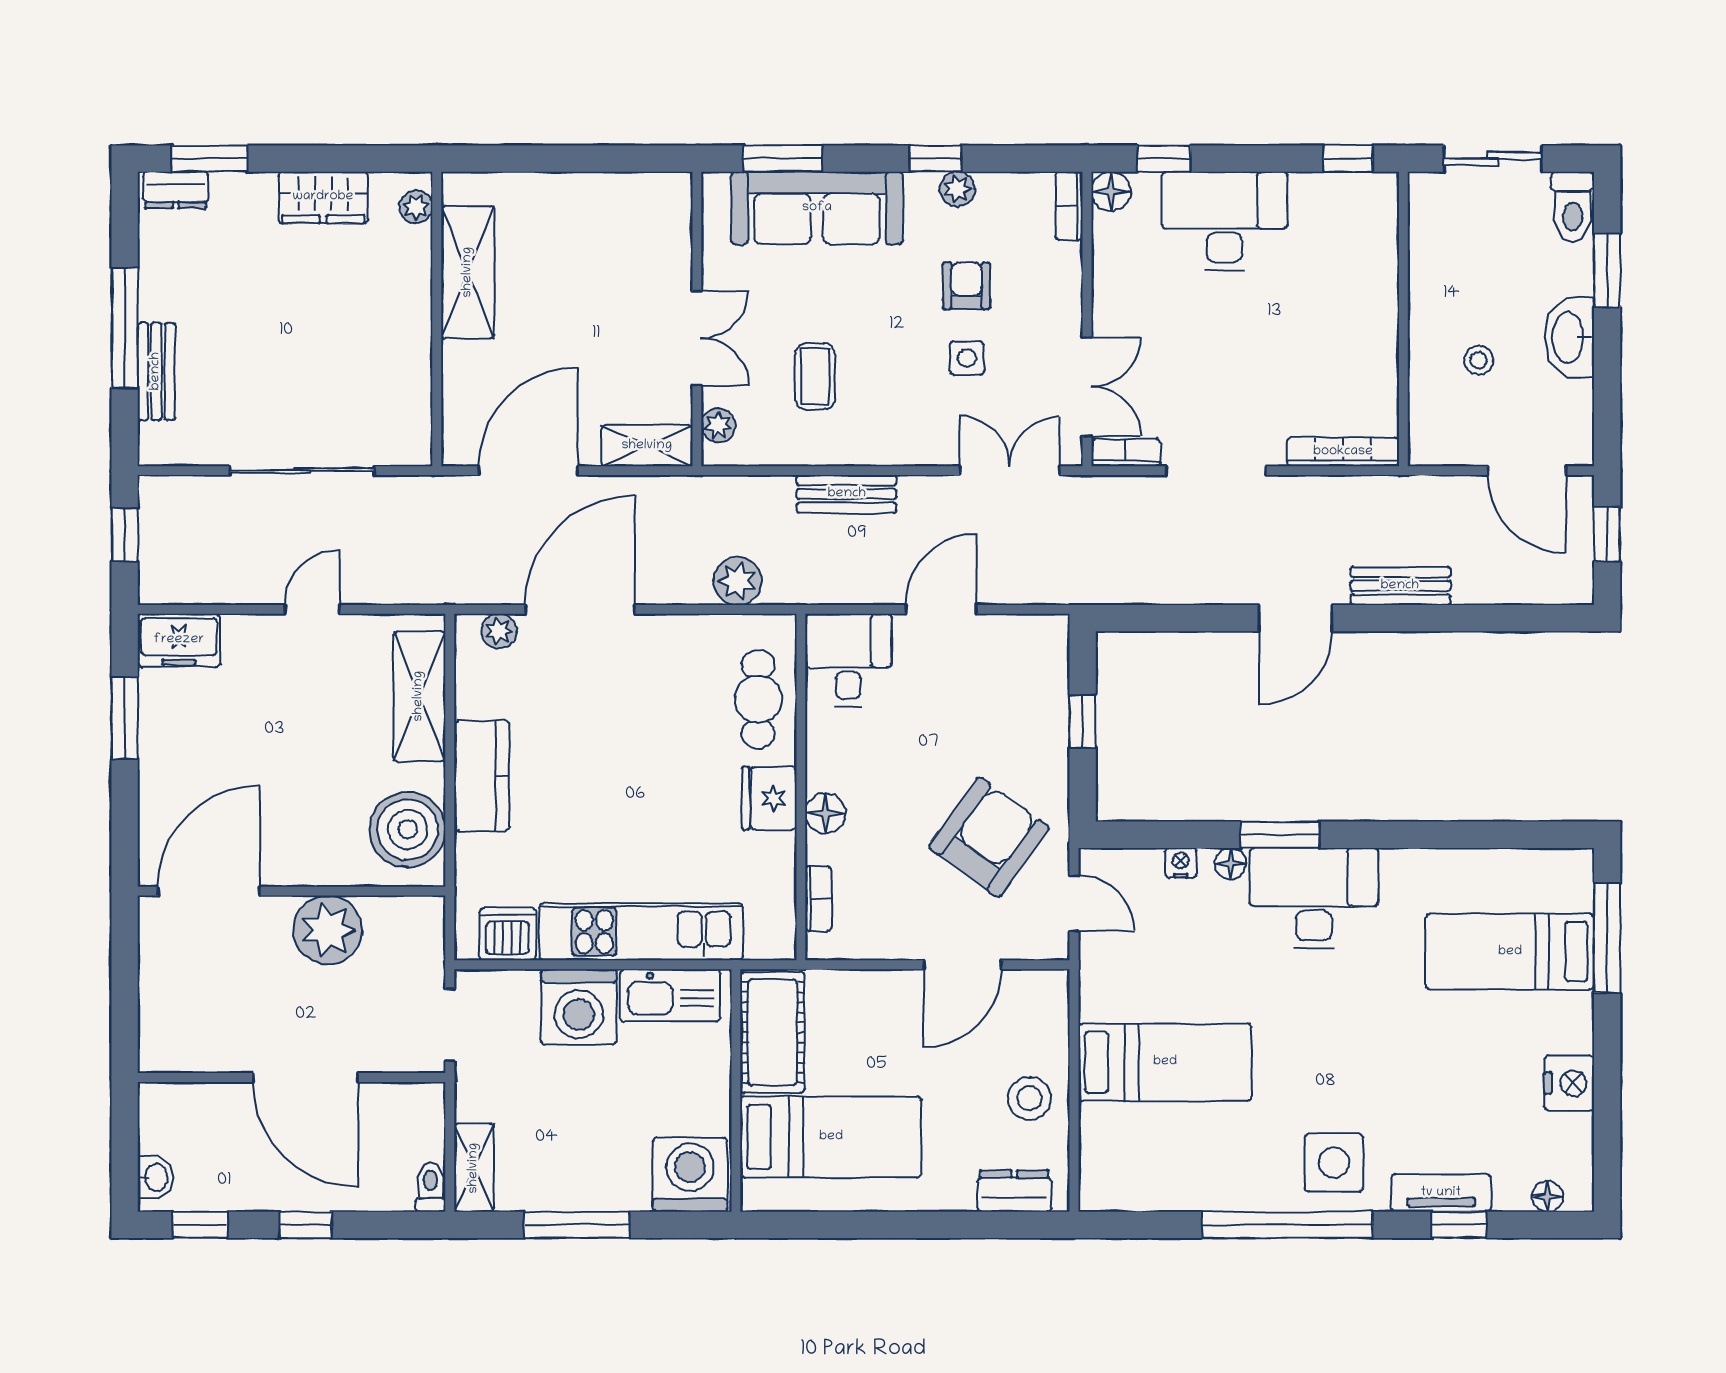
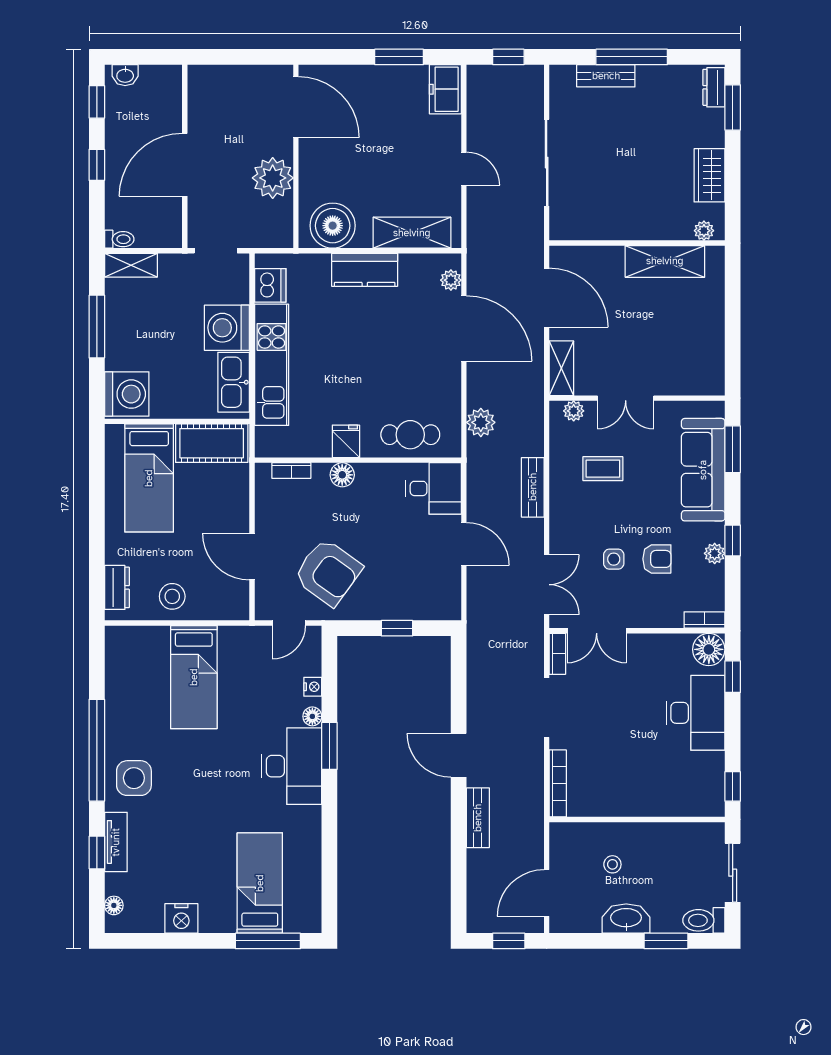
floor lamp: (1111, 191) -> (709, 649), width x1.38, depth x1.38
fridge: (769, 798) -> (346, 441), width x0.72

